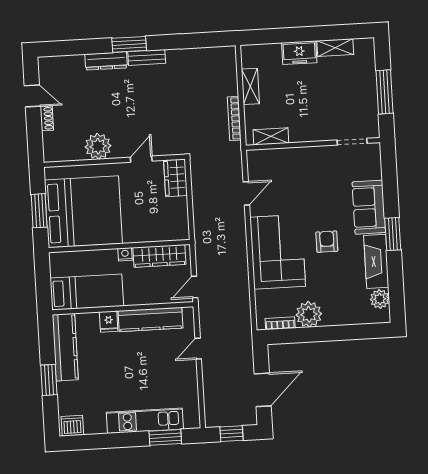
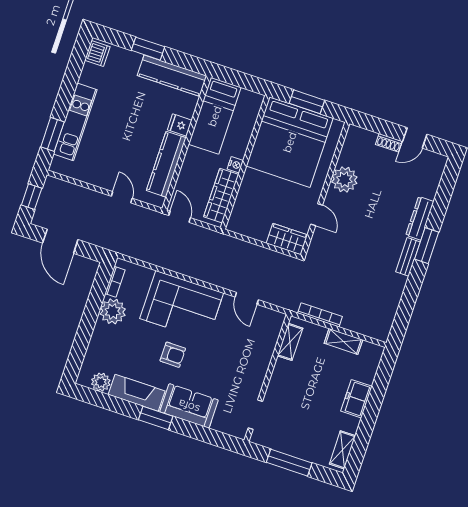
shelving: (335, 48) -> (342, 450), moved

